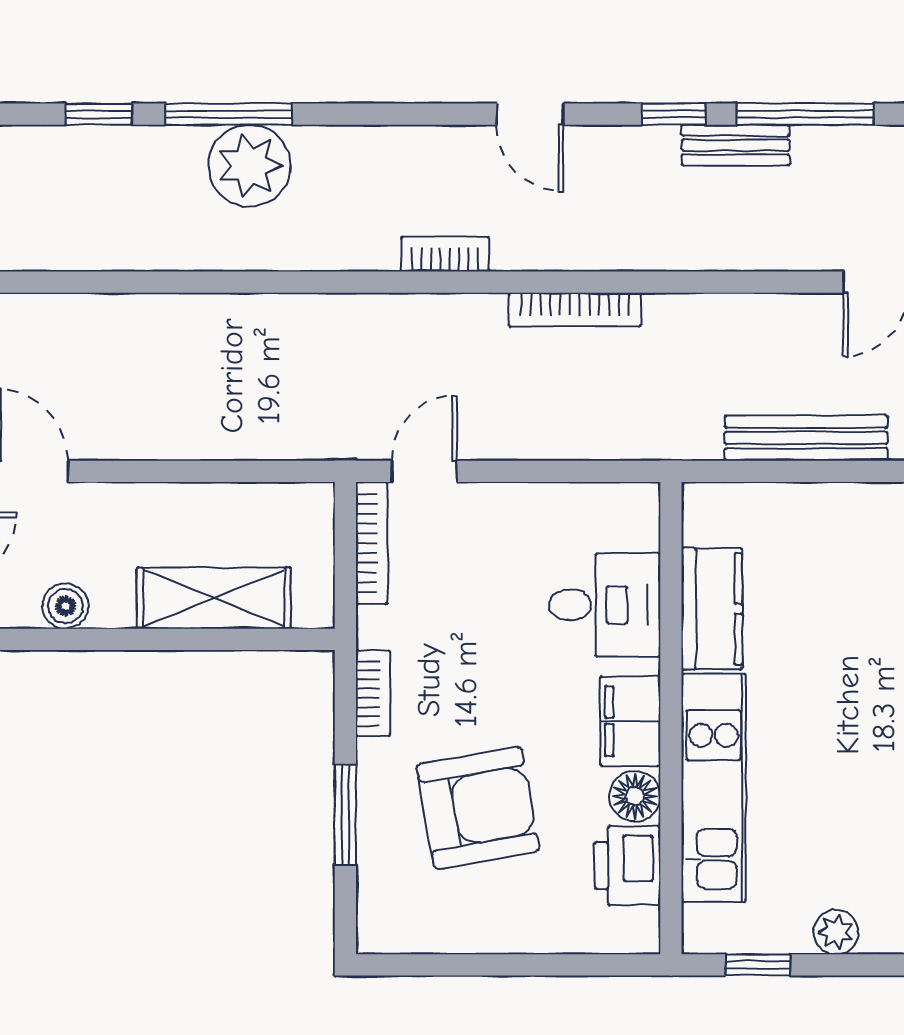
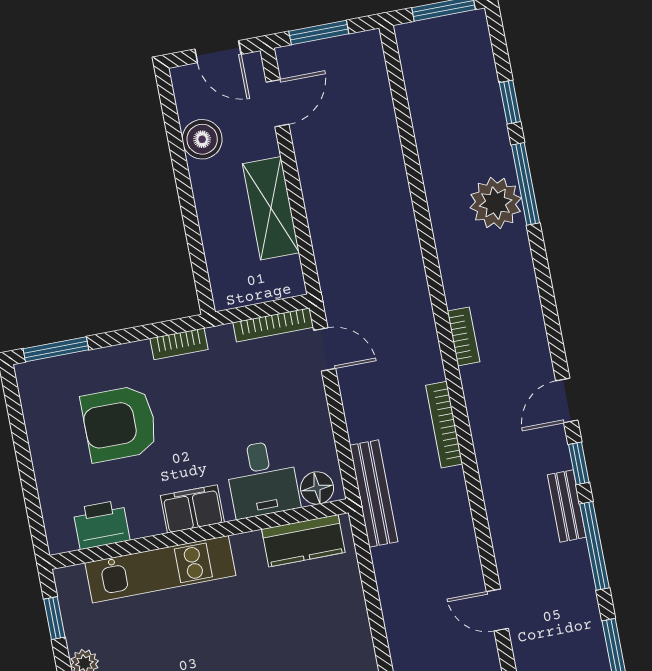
door: (530, 114) -> (567, 401), moved
bench: (806, 438) -> (374, 494), moved
shelving: (214, 598) -> (271, 208), moved
boiler: (66, 606) -> (202, 139), width x1.36, depth x1.36
kitchen counter: (712, 609) -> (303, 541), moved
floor lamp: (635, 796) -> (317, 488), moved
armchair: (478, 808) -> (119, 424), turned 100
window: (345, 815) -> (56, 349), moved

